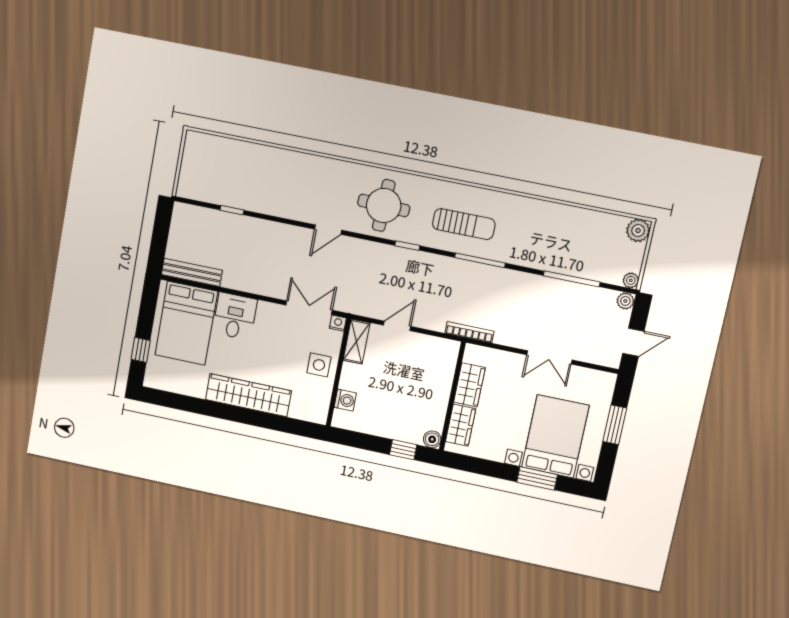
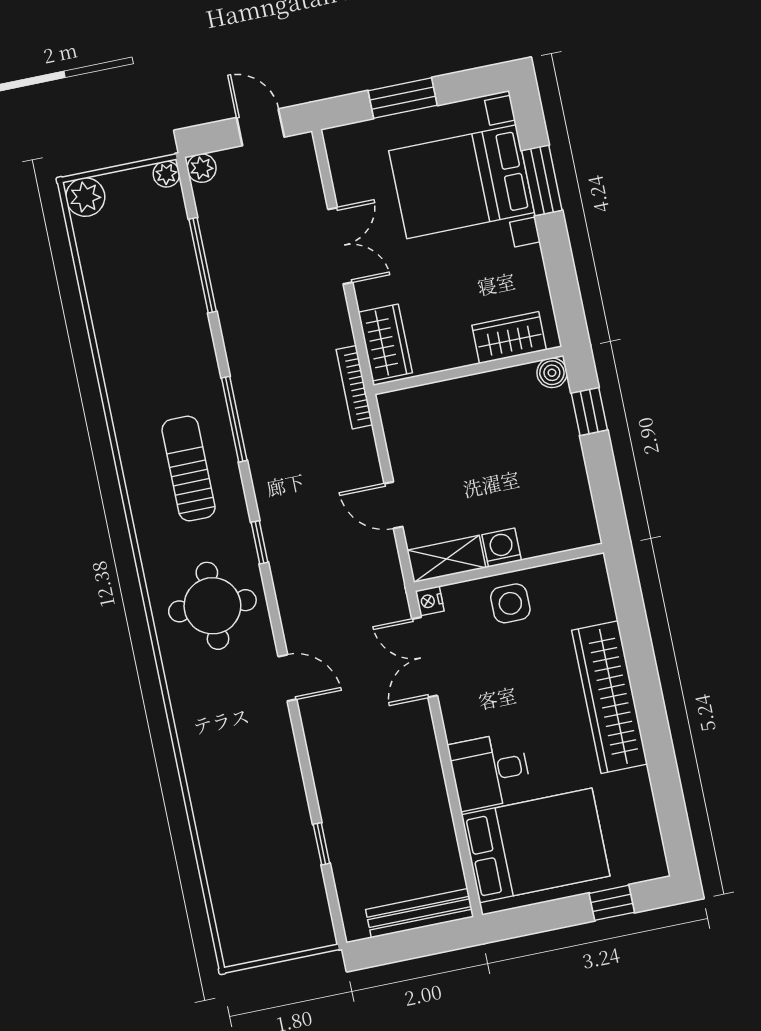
bench: (192, 272) -> (420, 913), moved, turned 90
wardrobe: (469, 385) -> (385, 343), moved, turned 90
washing machine: (345, 400) -> (502, 548), moved

